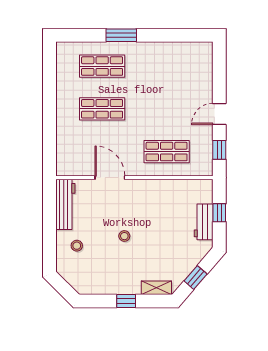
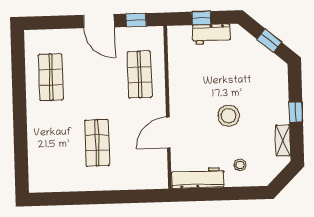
window: (121, 35) -> (20, 125), removed
shop shelf: (102, 66) -> (51, 77), moved
door: (219, 114) -> (99, 21), width x1.38
stool: (124, 236) -> (229, 116), width x1.89, depth x1.89
shelving: (156, 288) -> (283, 140), moved

